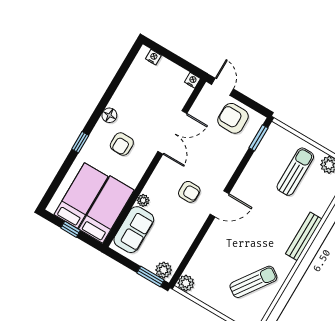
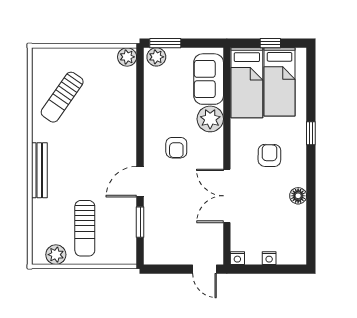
nightstand: (153, 57) -> (269, 258), moved
floor lamp: (109, 115) -> (298, 196), moved
armchair: (233, 118) -> (176, 244), removed
window: (258, 138) -> (140, 222), moved
armchair: (189, 192) -> (176, 148), turned -90
plant: (143, 200) -> (210, 119), width x1.88, depth x1.88
door: (219, 204) -> (140, 182), moved

